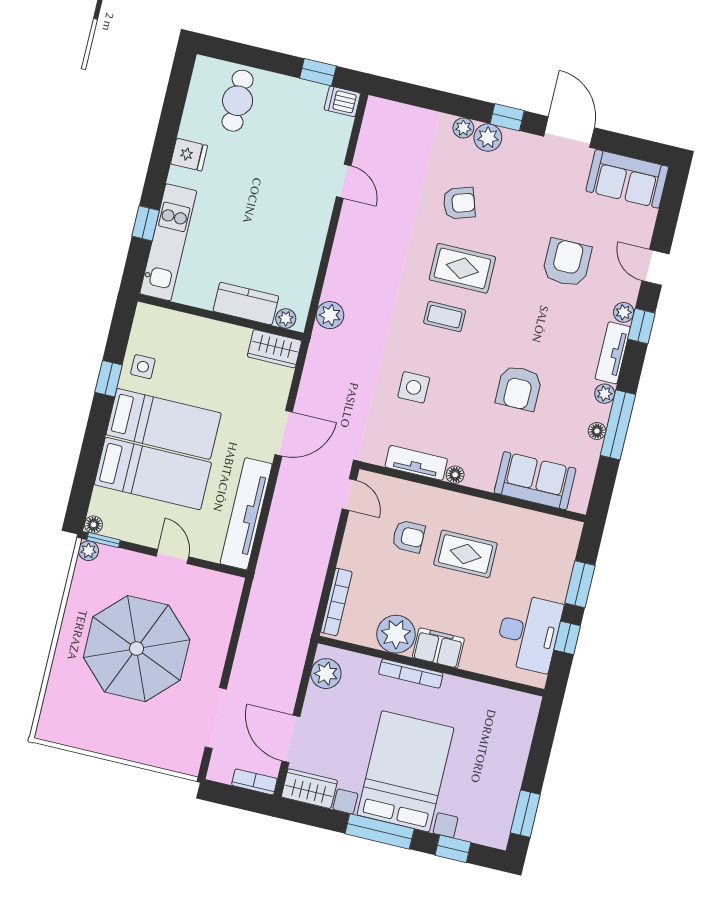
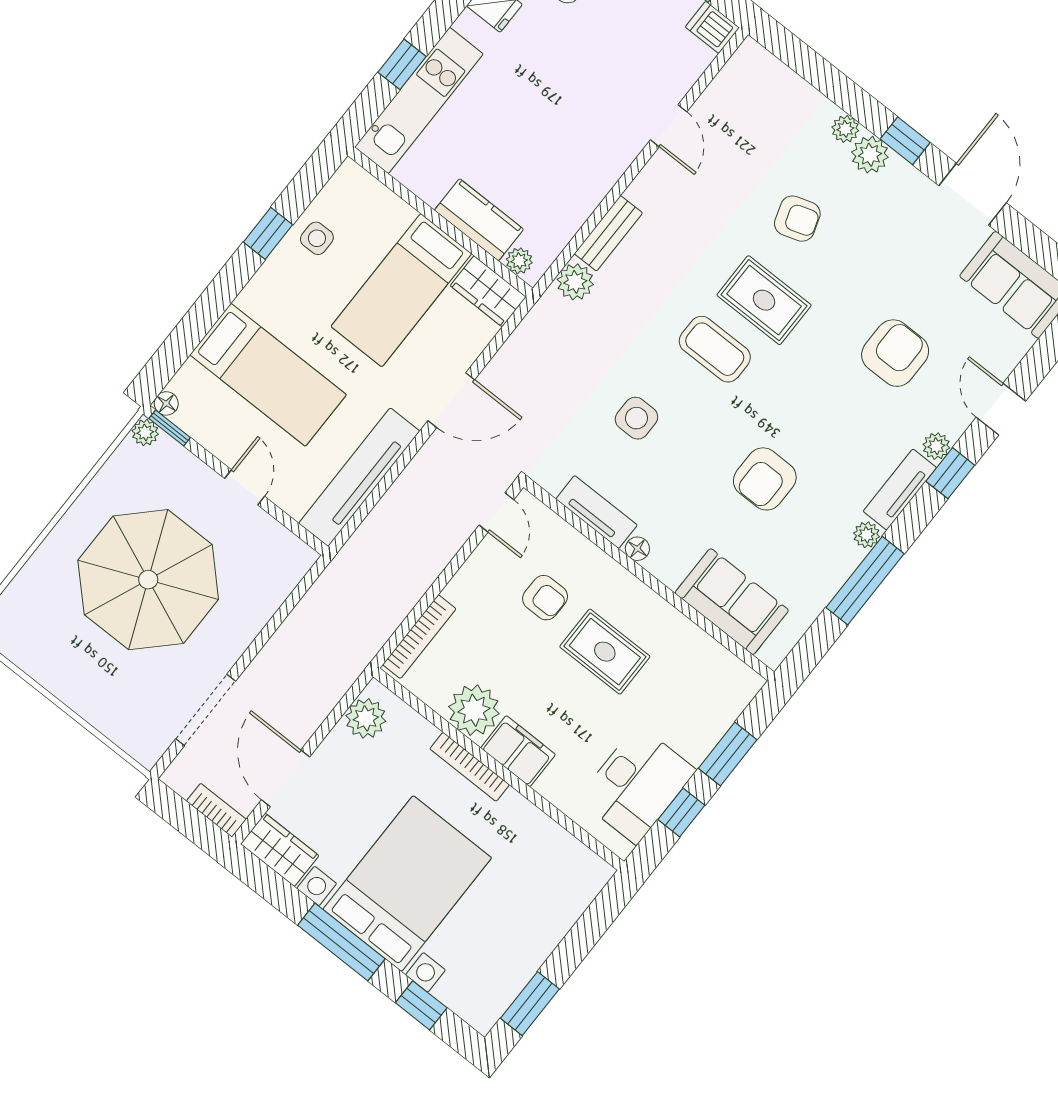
bench: (337, 272) -> (608, 233), added
coffee table: (445, 317) -> (715, 349), width x1.36, depth x1.30
bed: (164, 424) -> (401, 290), moved, turned 90
floor lamp: (597, 431) -> (836, 576), removed

